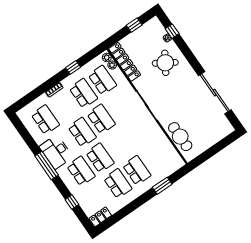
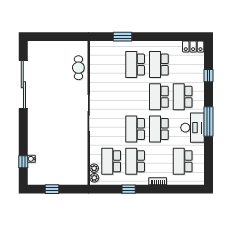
locker: (125, 62) -> (82, 164), removed
round table: (165, 63) -> (48, 139), removed
cafe table: (180, 137) -> (78, 68), width x0.73, depth x0.74

